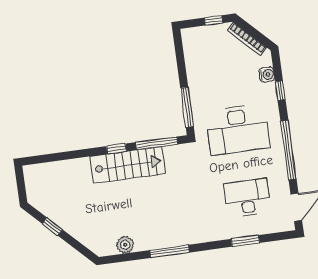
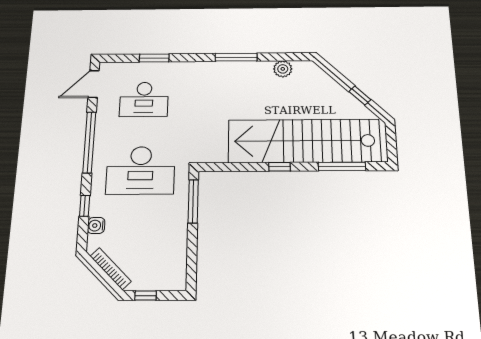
desk: (238, 129) -> (140, 170), turned 180
window: (157, 143) -> (342, 166), moved
stairs: (128, 165) -> (304, 141), width x1.86, depth x1.51

